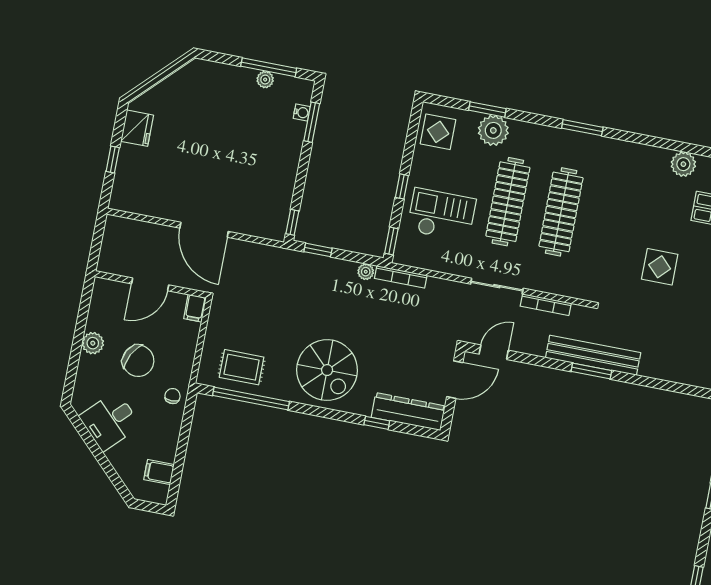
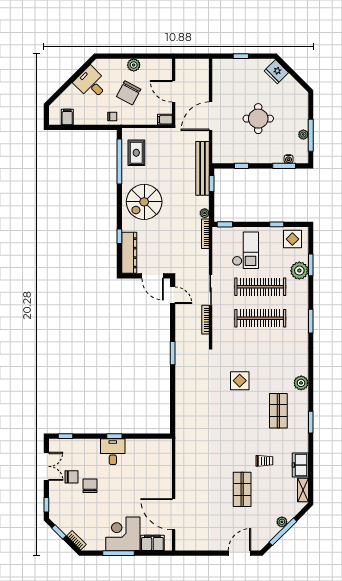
fridge: (137, 128) -> (276, 72), moved, turned 45
round table: (224, 150) -> (258, 119), added
window: (402, 186) -> (277, 224), moved
window: (292, 222) -> (241, 166), moved
bench: (593, 355) -> (203, 168), moved

